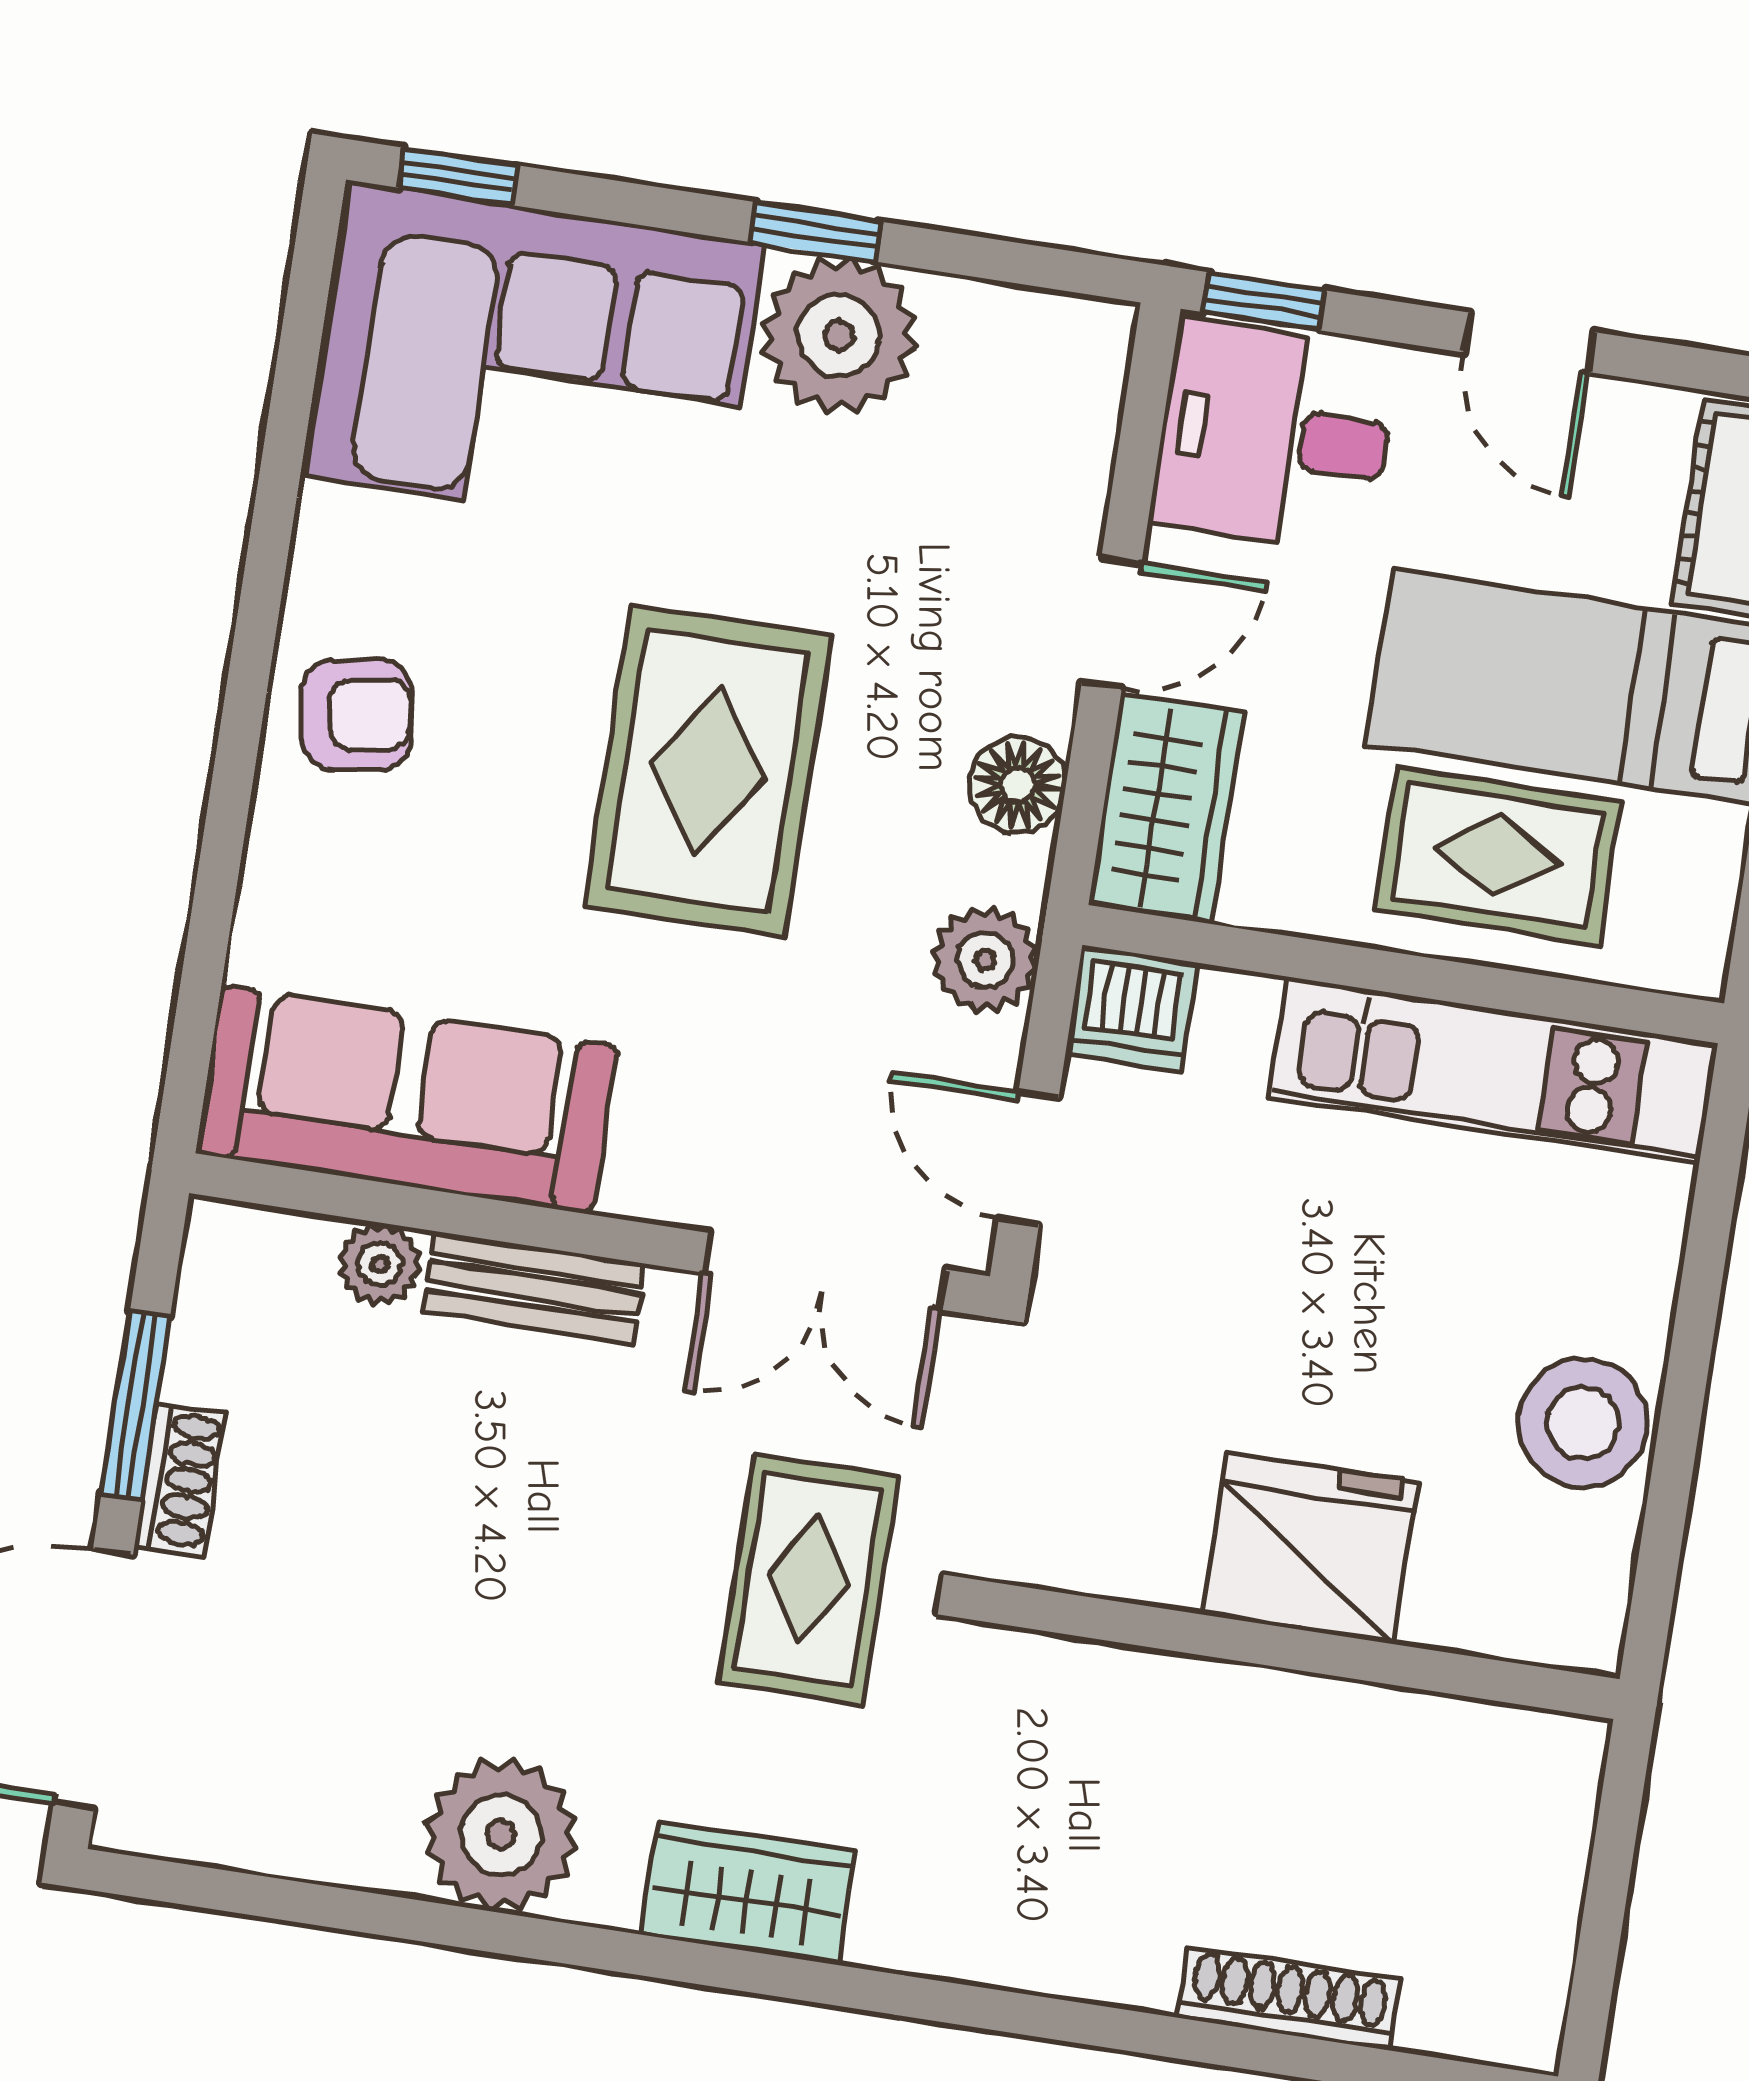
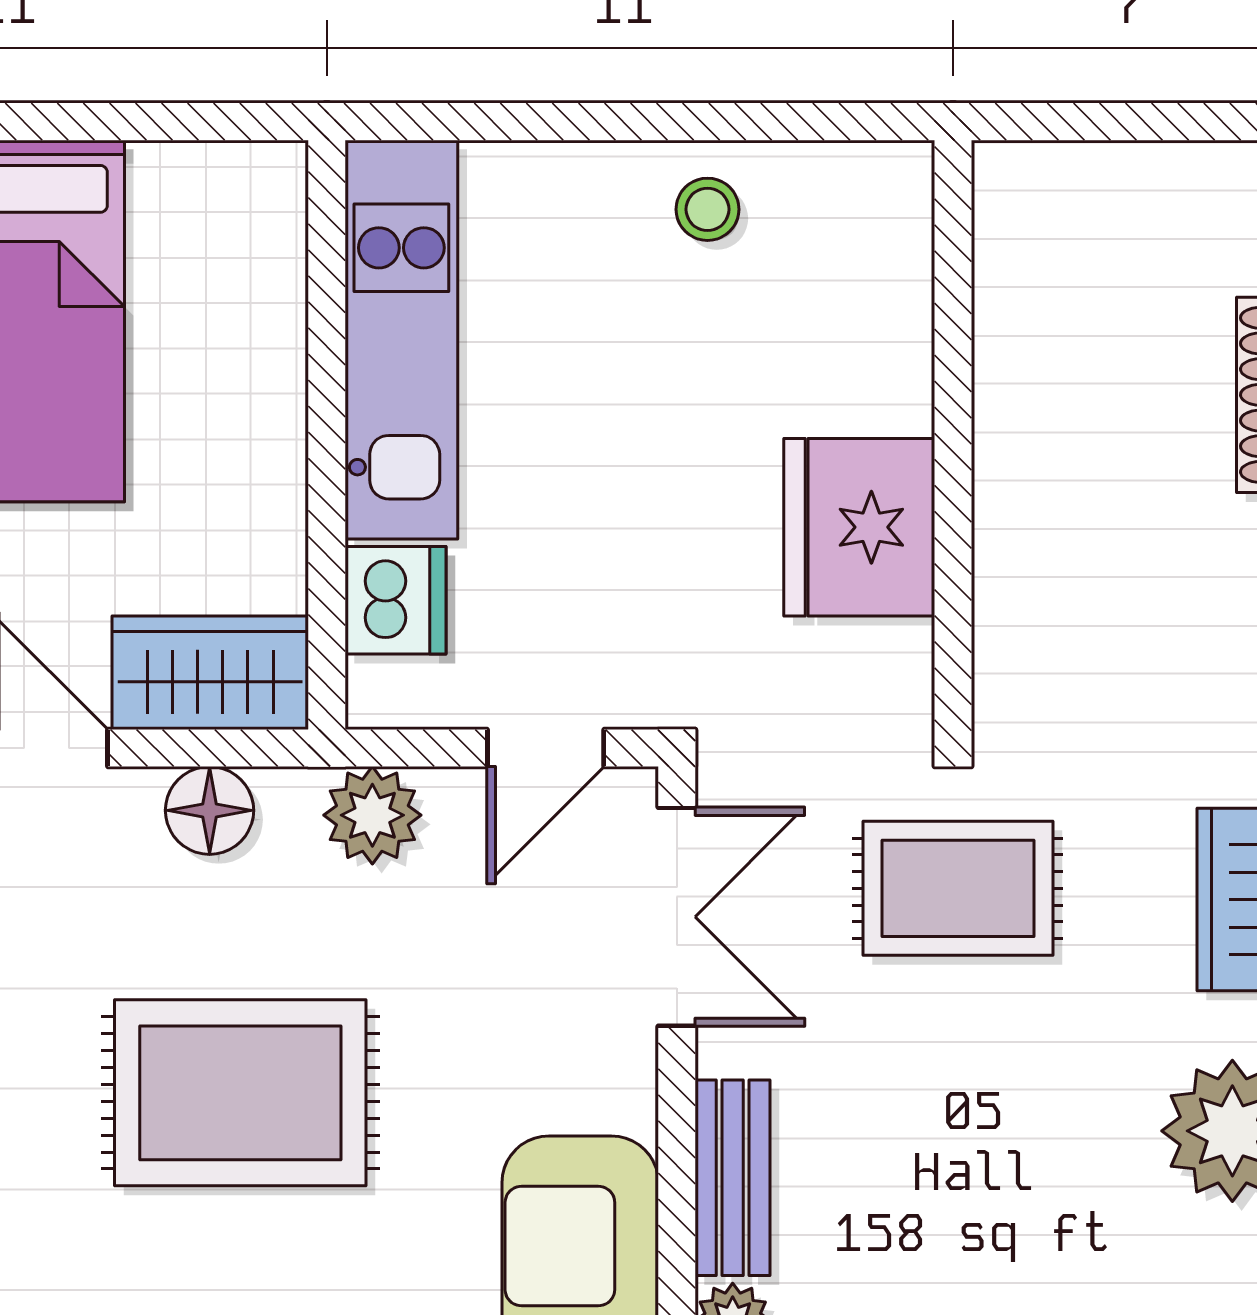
rug: (1498, 856) -> (206, 366), removed
dishwasher: (1132, 1008) -> (396, 600), moved
stool: (1583, 1423) -> (707, 209), width x0.53, depth x0.53
fridge: (1310, 1548) -> (859, 527), moved

